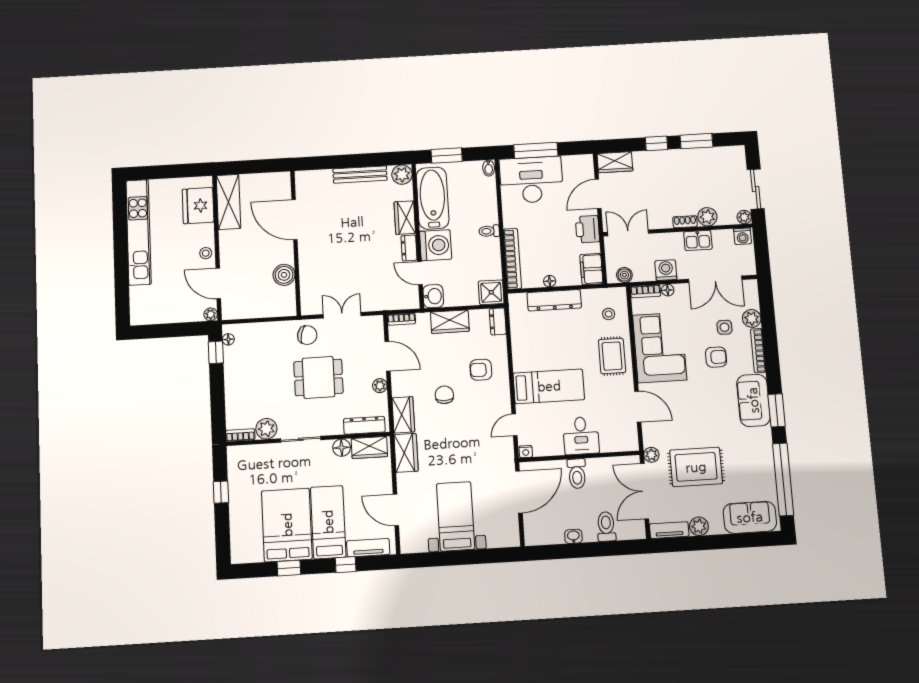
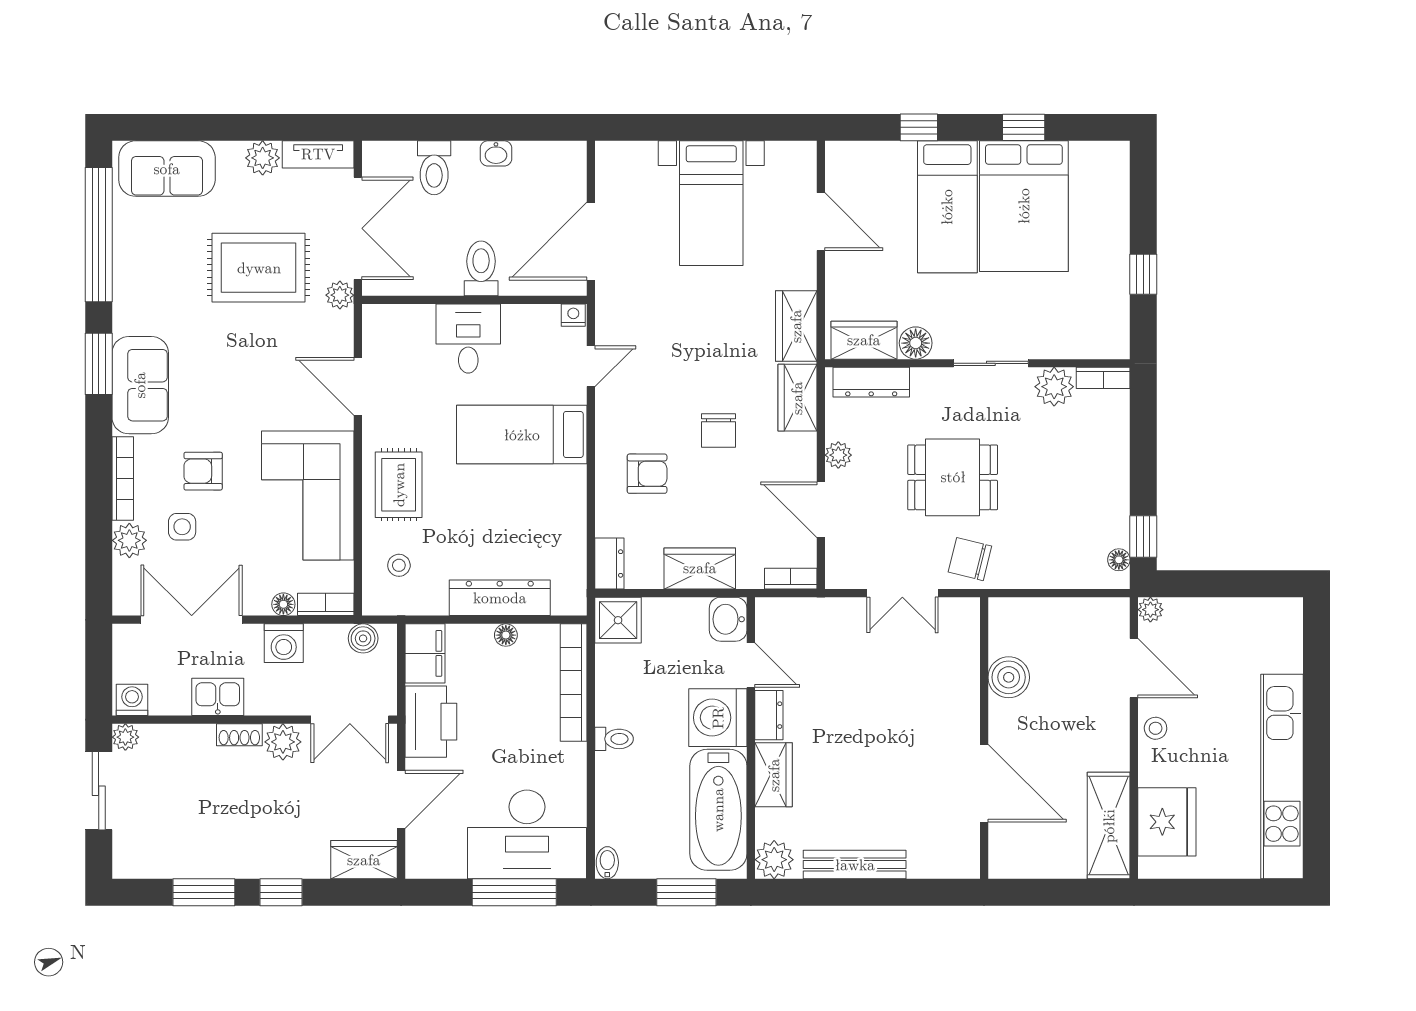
plant: (707, 217) -> (283, 742), moved
printer: (587, 229) -> (431, 722), width x1.37, depth x1.19
tv unit: (368, 548) -> (876, 156), removed

